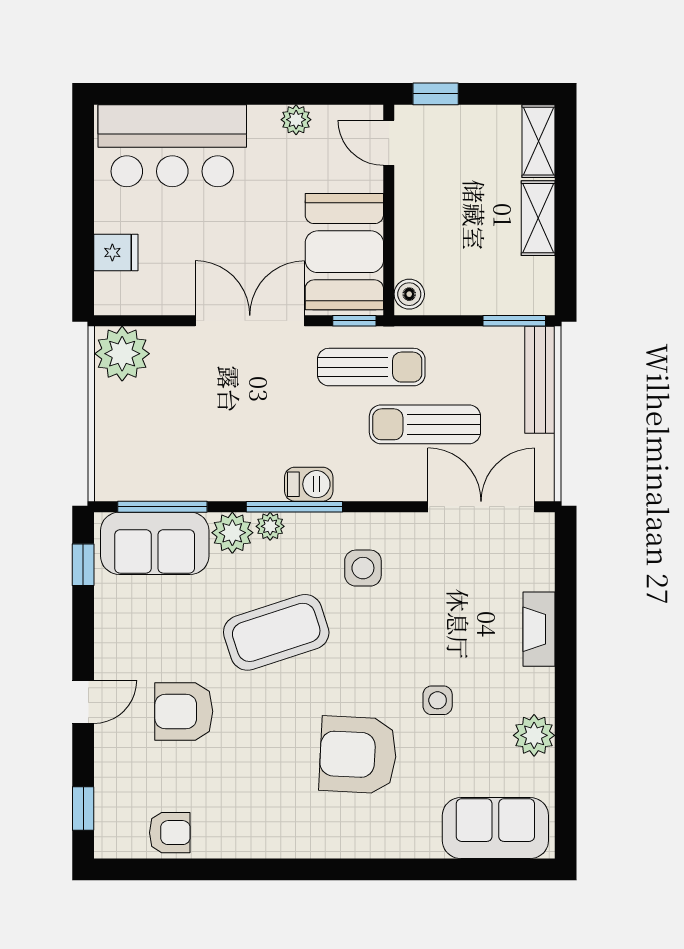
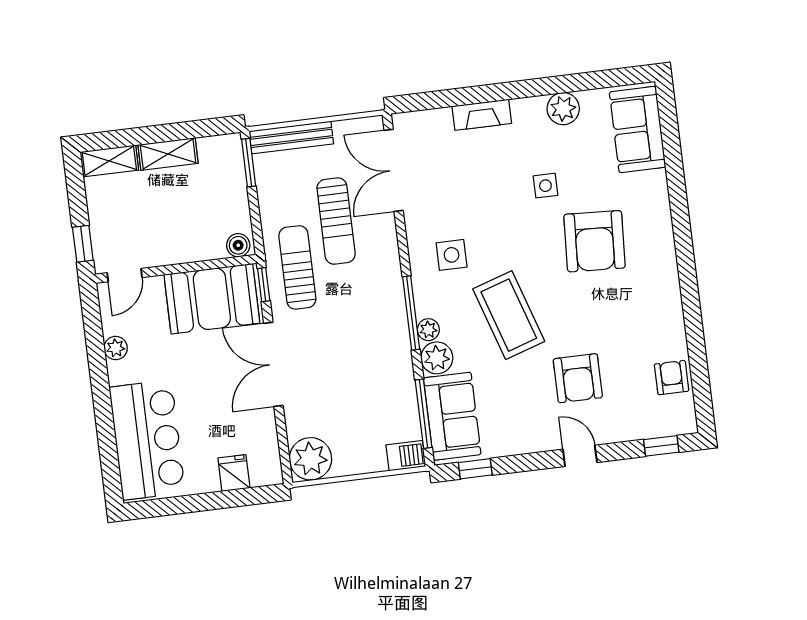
barbecue: (309, 484) -> (406, 456), moved, turned 90

